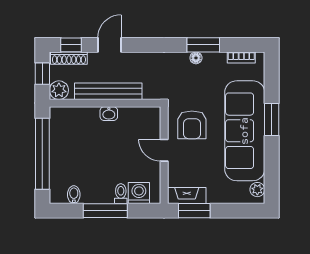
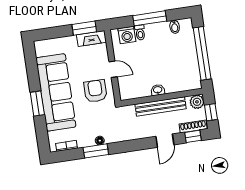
plant: (257, 190) -> (40, 51), removed

